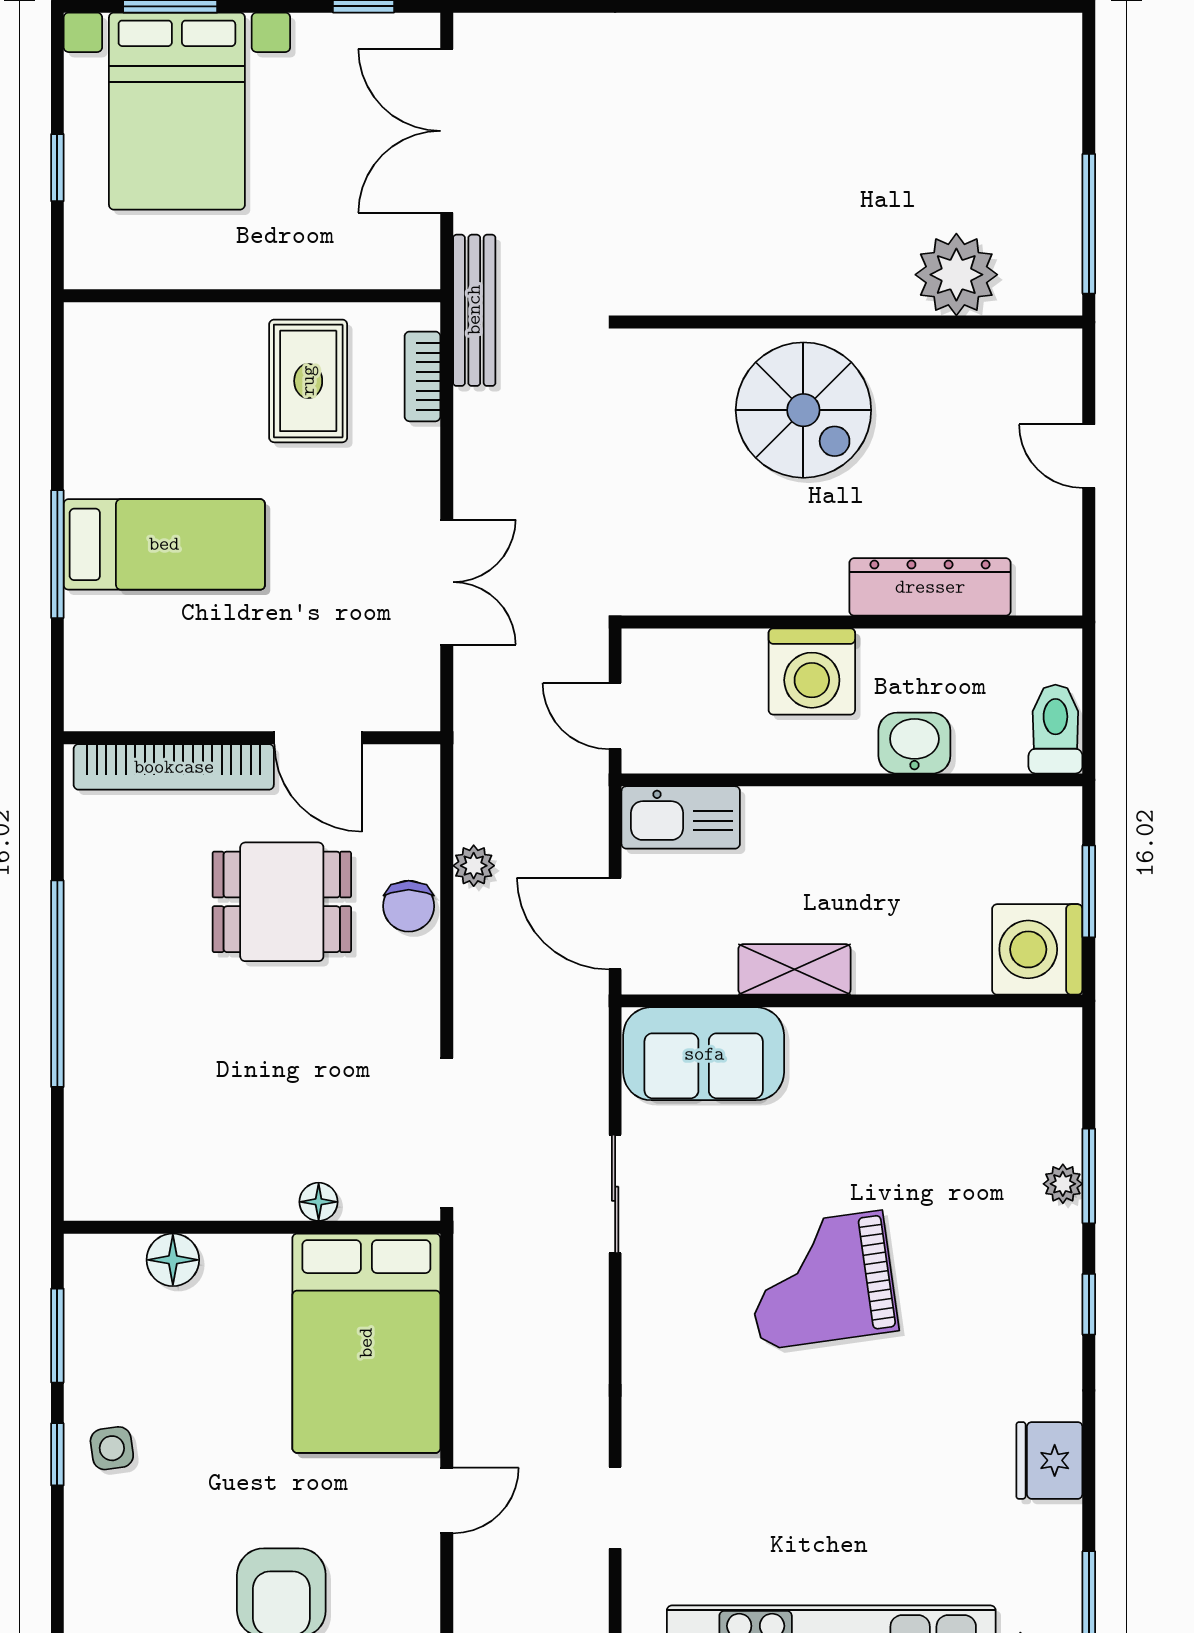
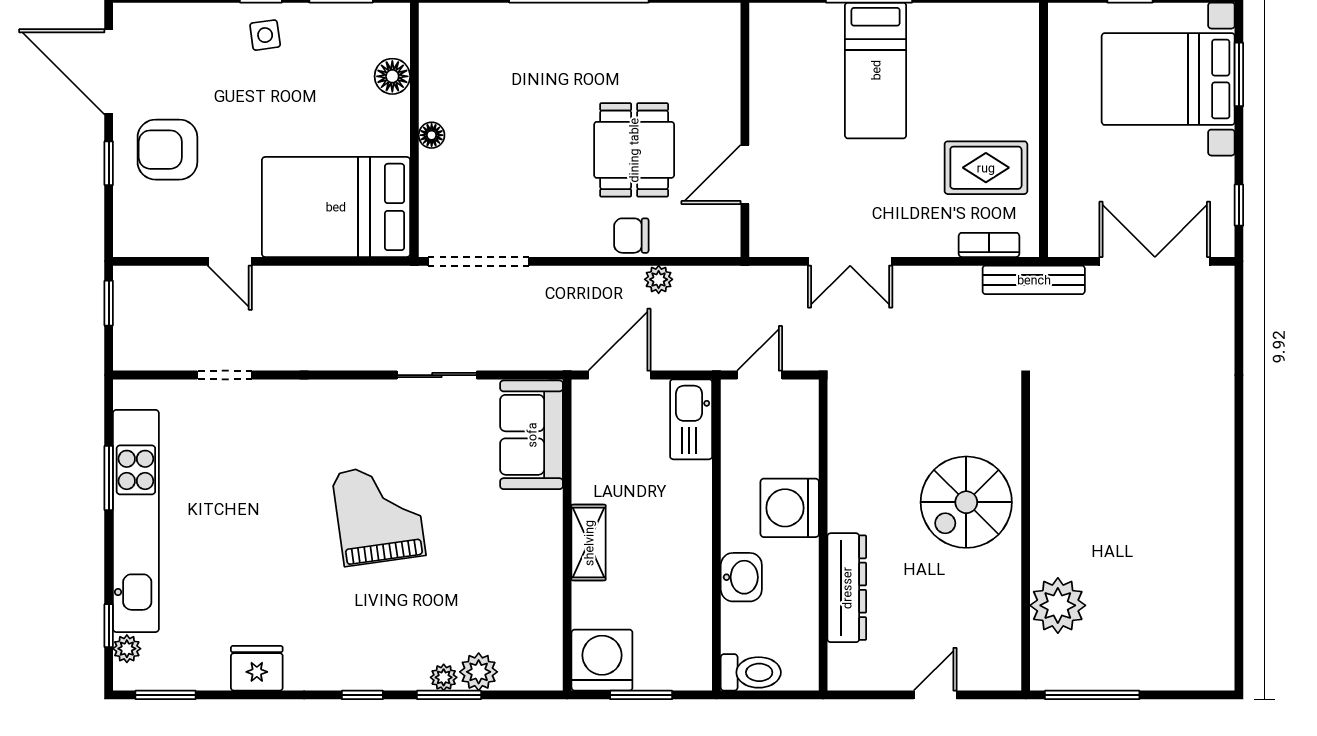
bookcase: (174, 767) -> (725, 77), removed
shelving: (794, 969) -> (589, 543), moved
plant: (1055, 1132) -> (479, 672), added
floor lamp: (319, 1202) -> (432, 135), moved

